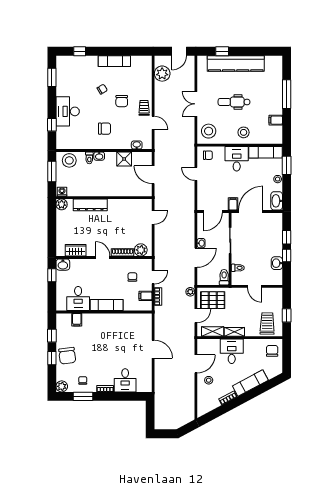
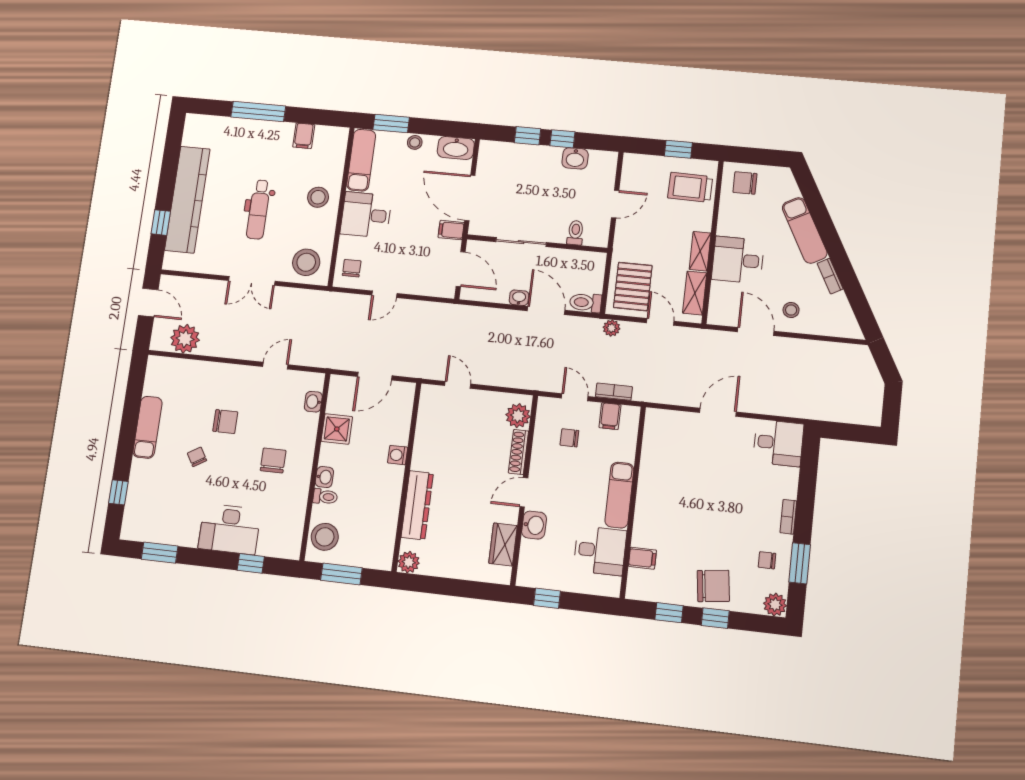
trolley: (144, 108) -> (244, 380), removed
washing machine: (62, 192) -> (398, 455), moved
washbasin: (63, 265) -> (534, 525), moved
toilet: (224, 277) -> (586, 303), moved
desk: (125, 380) -> (778, 443), moved

